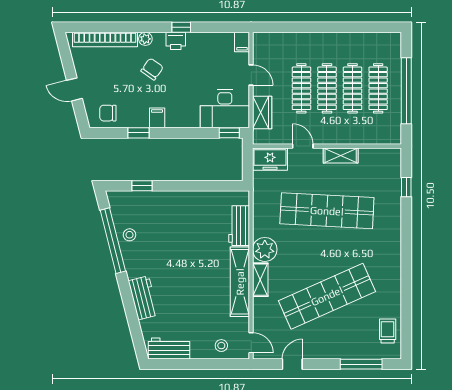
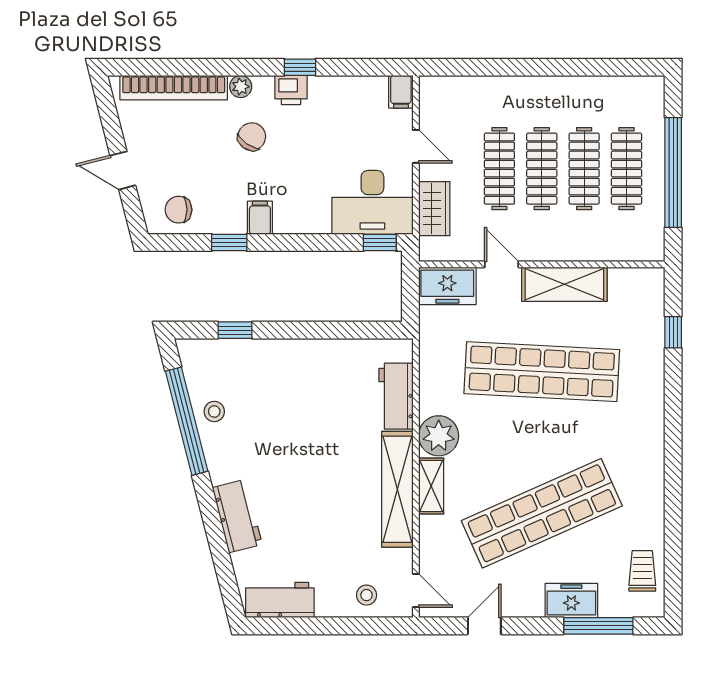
shelving: (341, 156) -> (564, 284), width x1.50, depth x1.33
freezer: (345, 349) -> (571, 601), added

